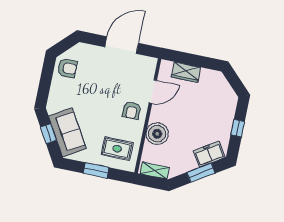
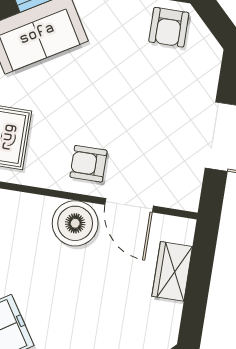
boiler: (157, 134) -> (75, 223), moved

